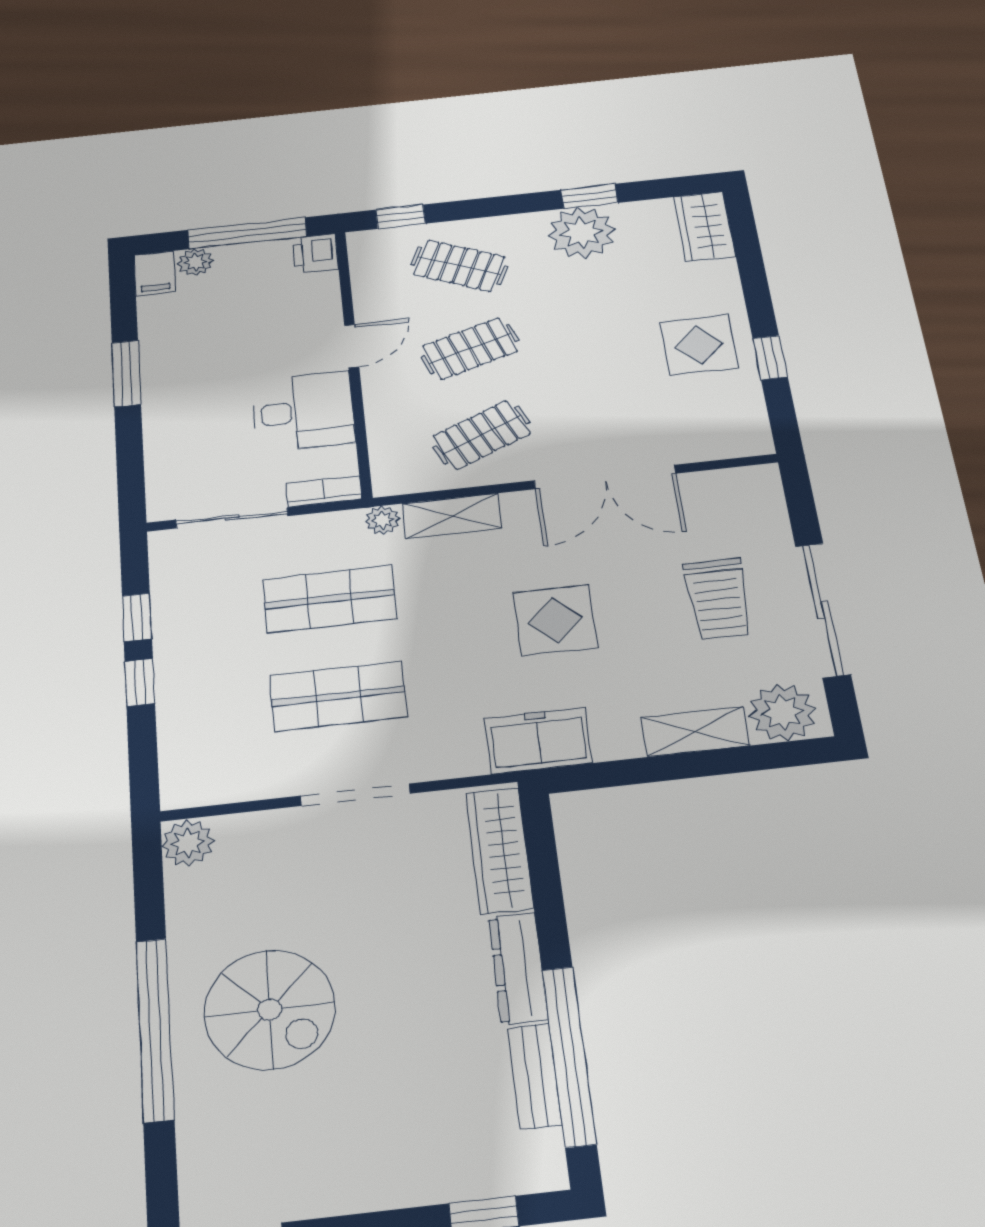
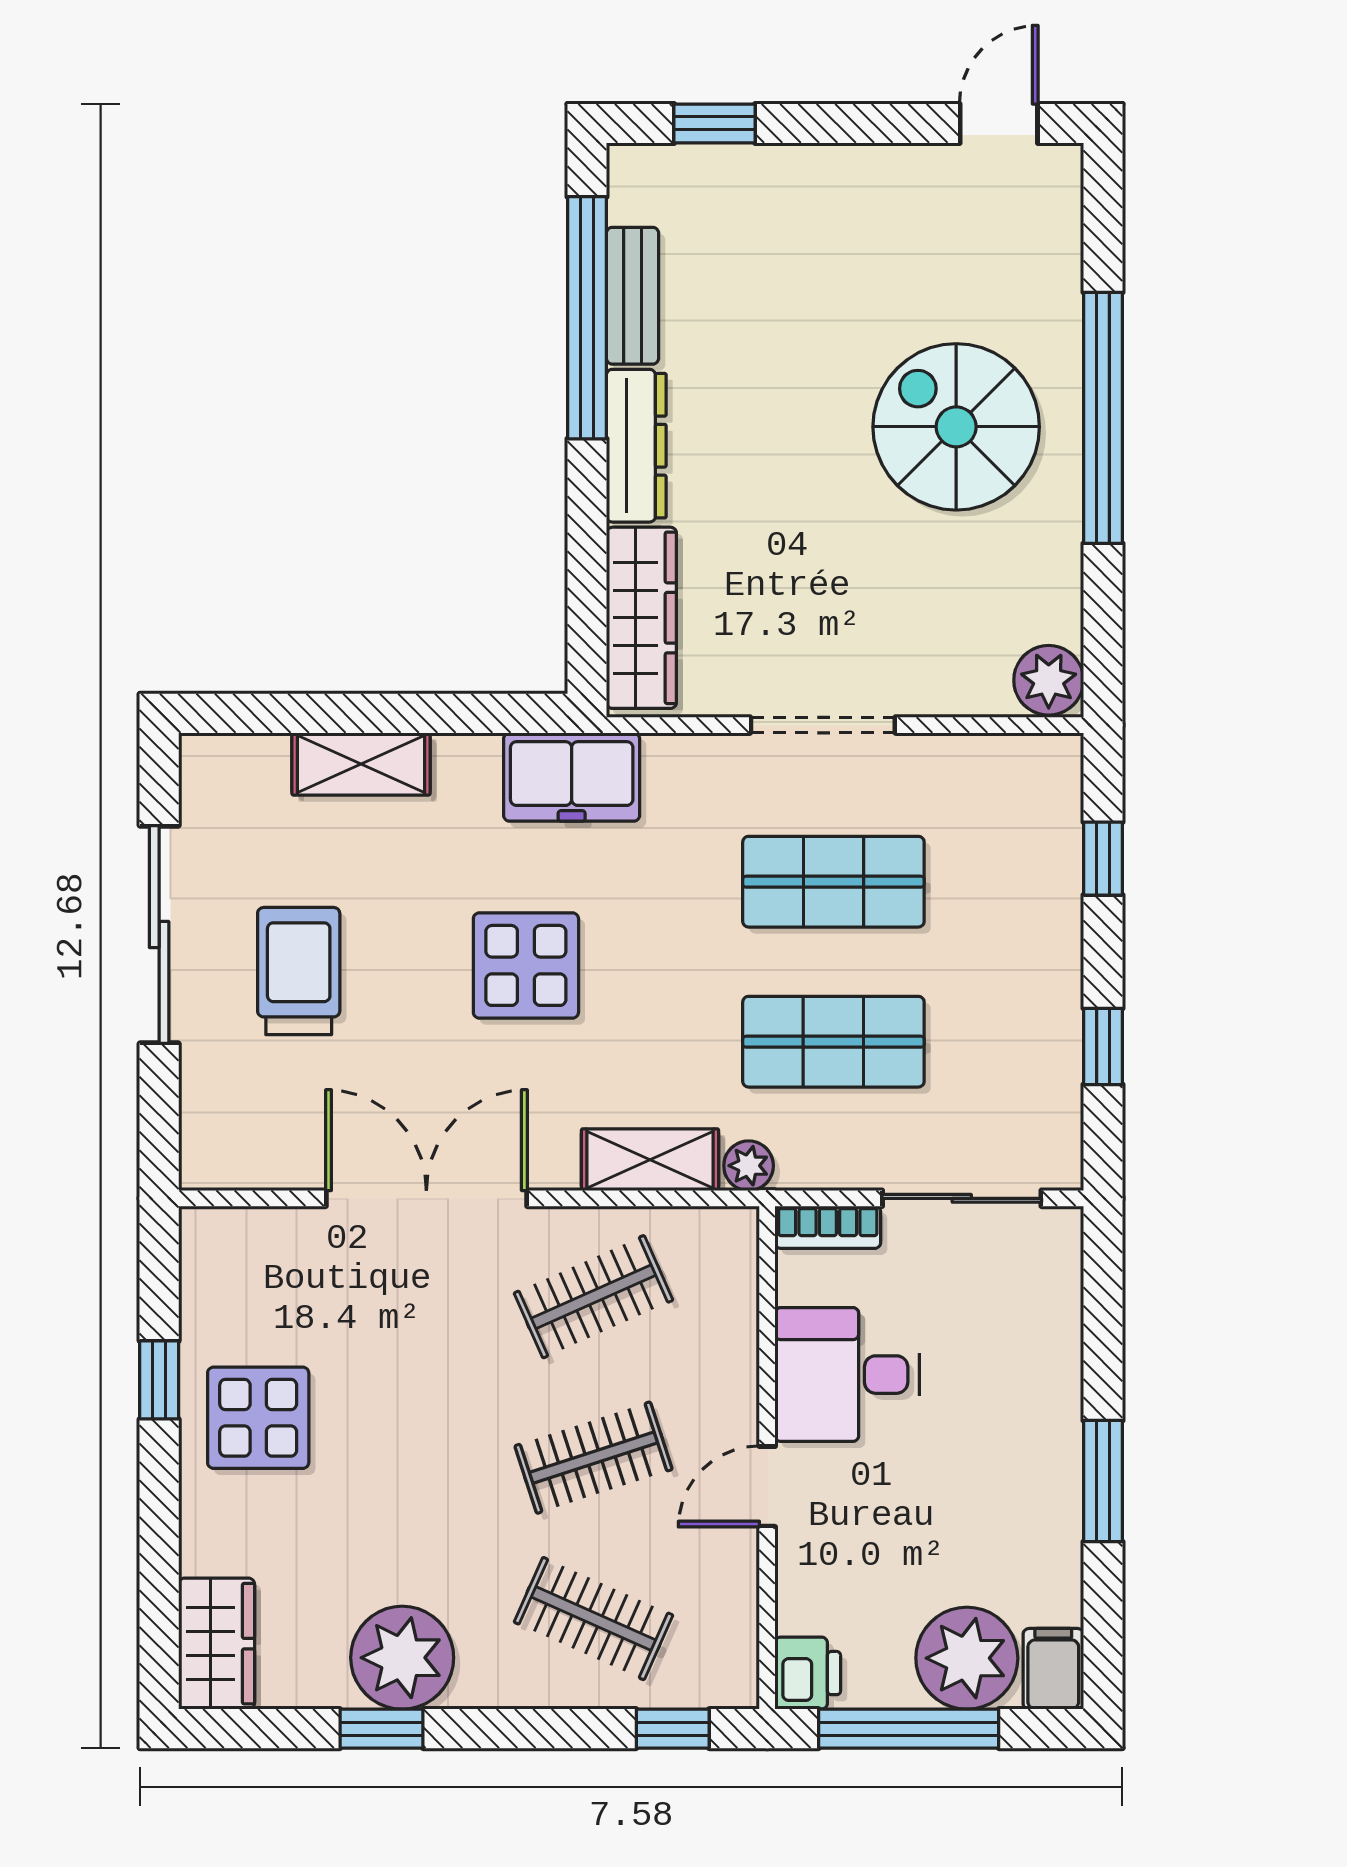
plant: (195, 262) -> (967, 1658), width x1.88, depth x1.88
window: (140, 682) -> (1103, 859), moved
plant: (782, 712) -> (241, 778), removed

